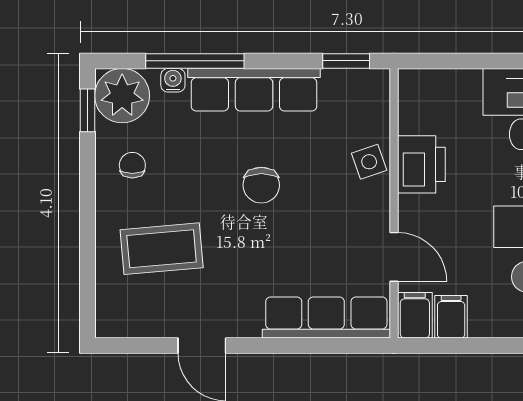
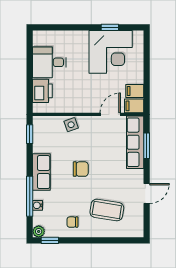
row of seats: (254, 90) -> (41, 172), width x0.68
plant: (122, 96) -> (39, 231), width x0.53, depth x0.53
printer: (421, 164) -> (42, 91), moved, turned 90
coffee table: (162, 249) -> (107, 210), turned -76
window: (318, 346) -> (147, 146), added

